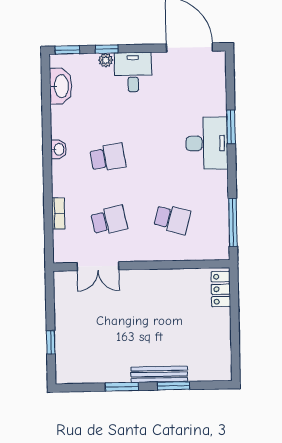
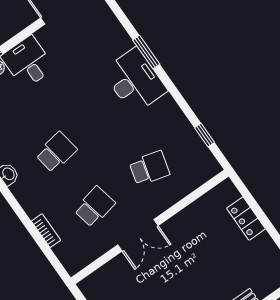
window: (233, 222) -> (205, 135), width x0.46
double door: (98, 266) -> (138, 235), moved
locker: (221, 289) -> (246, 219), moved

